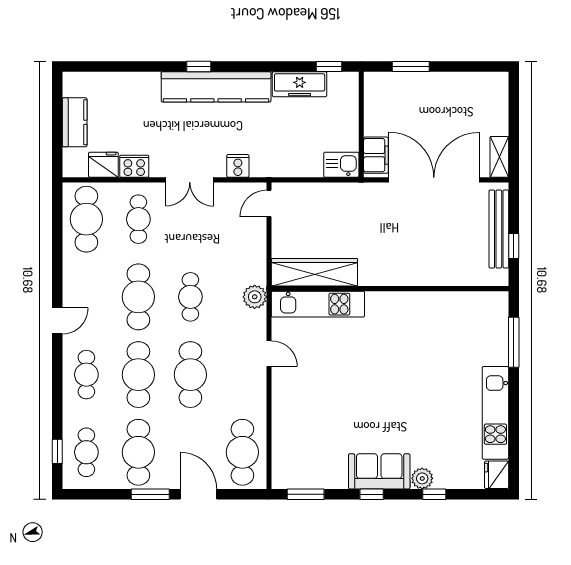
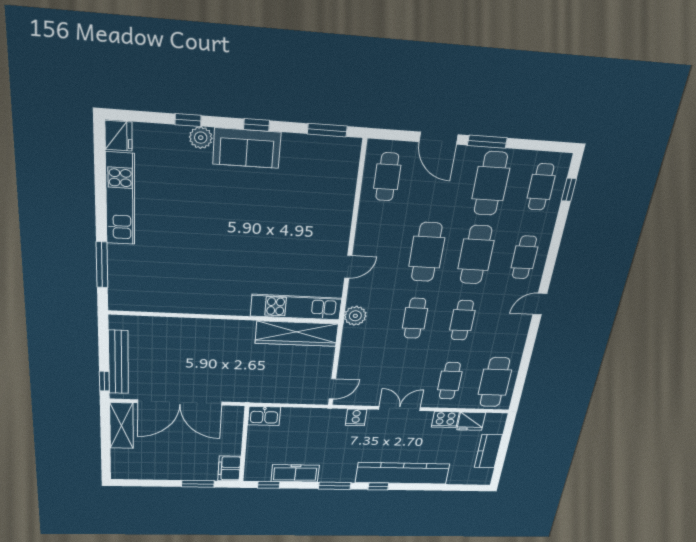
window: (251, 66) -> (335, 486), added
kitchen counter: (216, 87) -> (402, 473), moved
filing cabinet: (376, 155) -> (229, 468), moved
shelving: (499, 157) -> (122, 426), width x1.50, depth x1.33
window: (514, 246) -> (104, 381), moved
cafe table: (138, 297) -> (462, 320), width x0.73, depth x0.74
door: (269, 354) -> (348, 267), swing flipped
cafe table: (242, 452) -> (387, 177), width x0.73, depth x0.74

